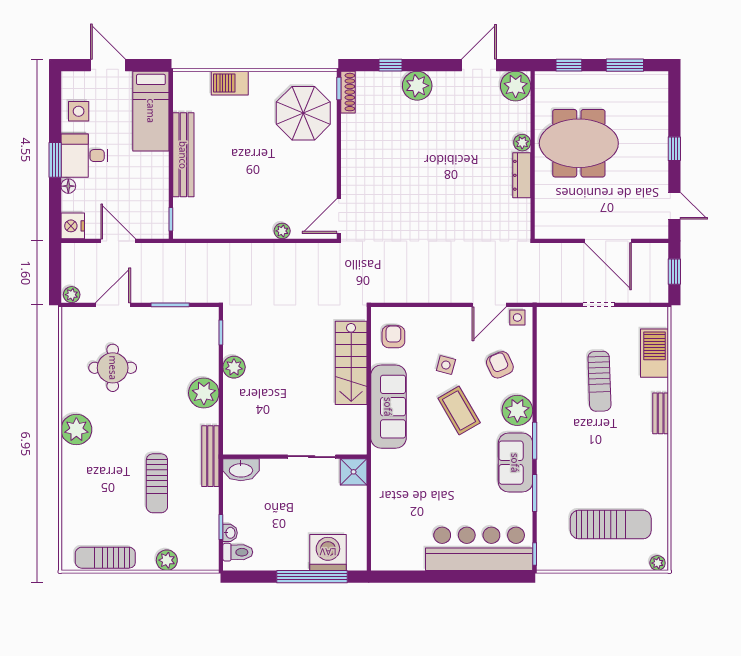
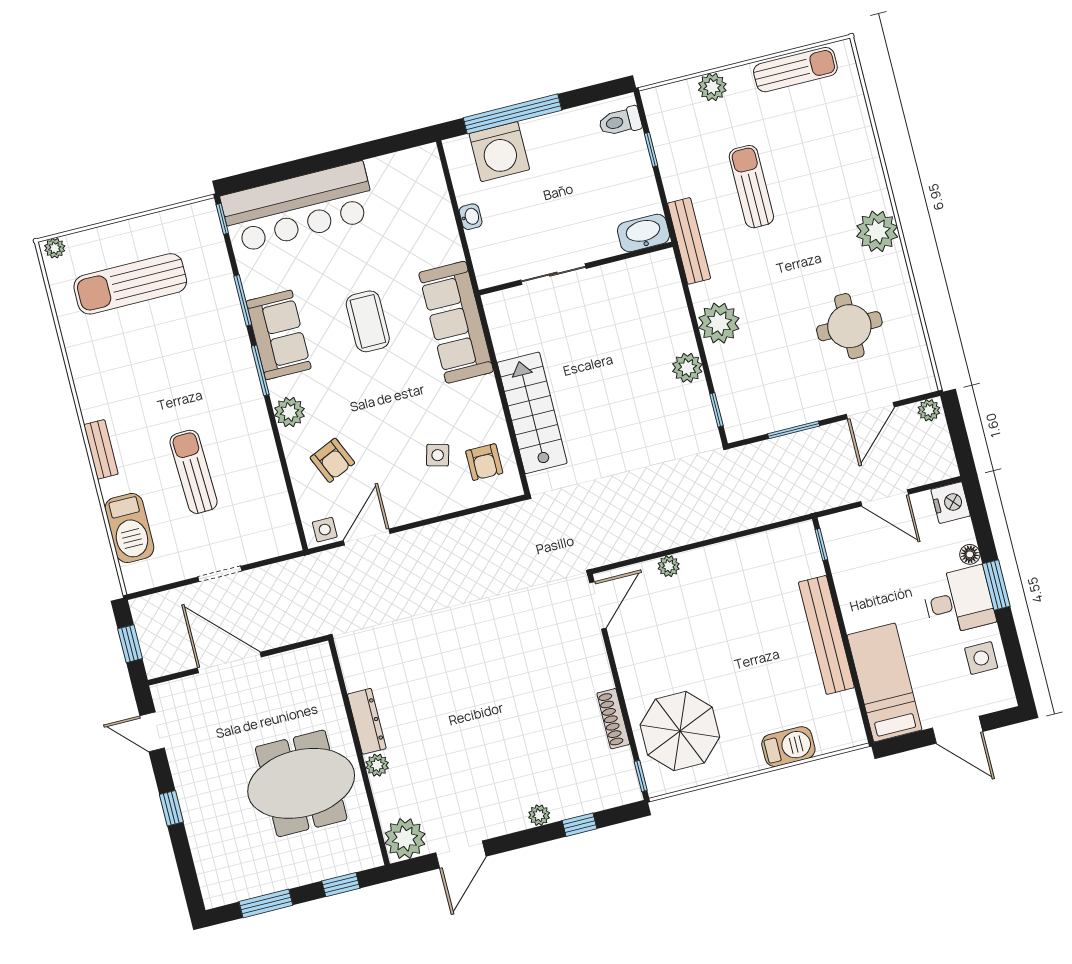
plant: (417, 86) -> (539, 815), width x0.53, depth x0.53
shoe rack: (348, 92) -> (613, 719), moved
side table: (446, 365) -> (438, 455), moved
sofa: (388, 407) -> (456, 322), moved
coffee table: (459, 410) -> (368, 321), moved, turned 30
plant: (517, 410) -> (290, 412), width x0.73, depth x0.73
shower: (354, 472) -> (492, 268), removed
washbasin: (230, 533) -> (471, 217), moved, turned 180

